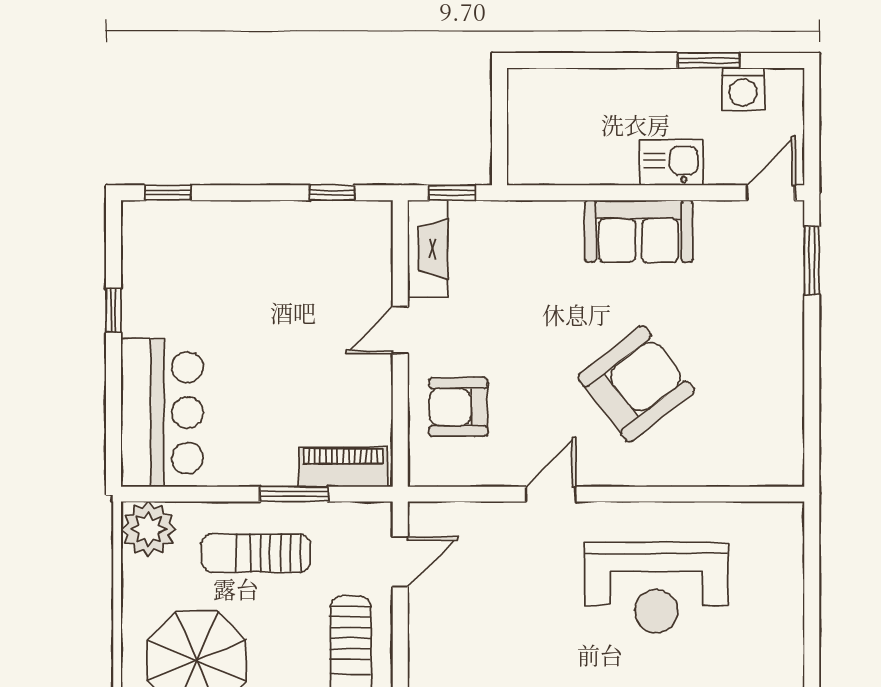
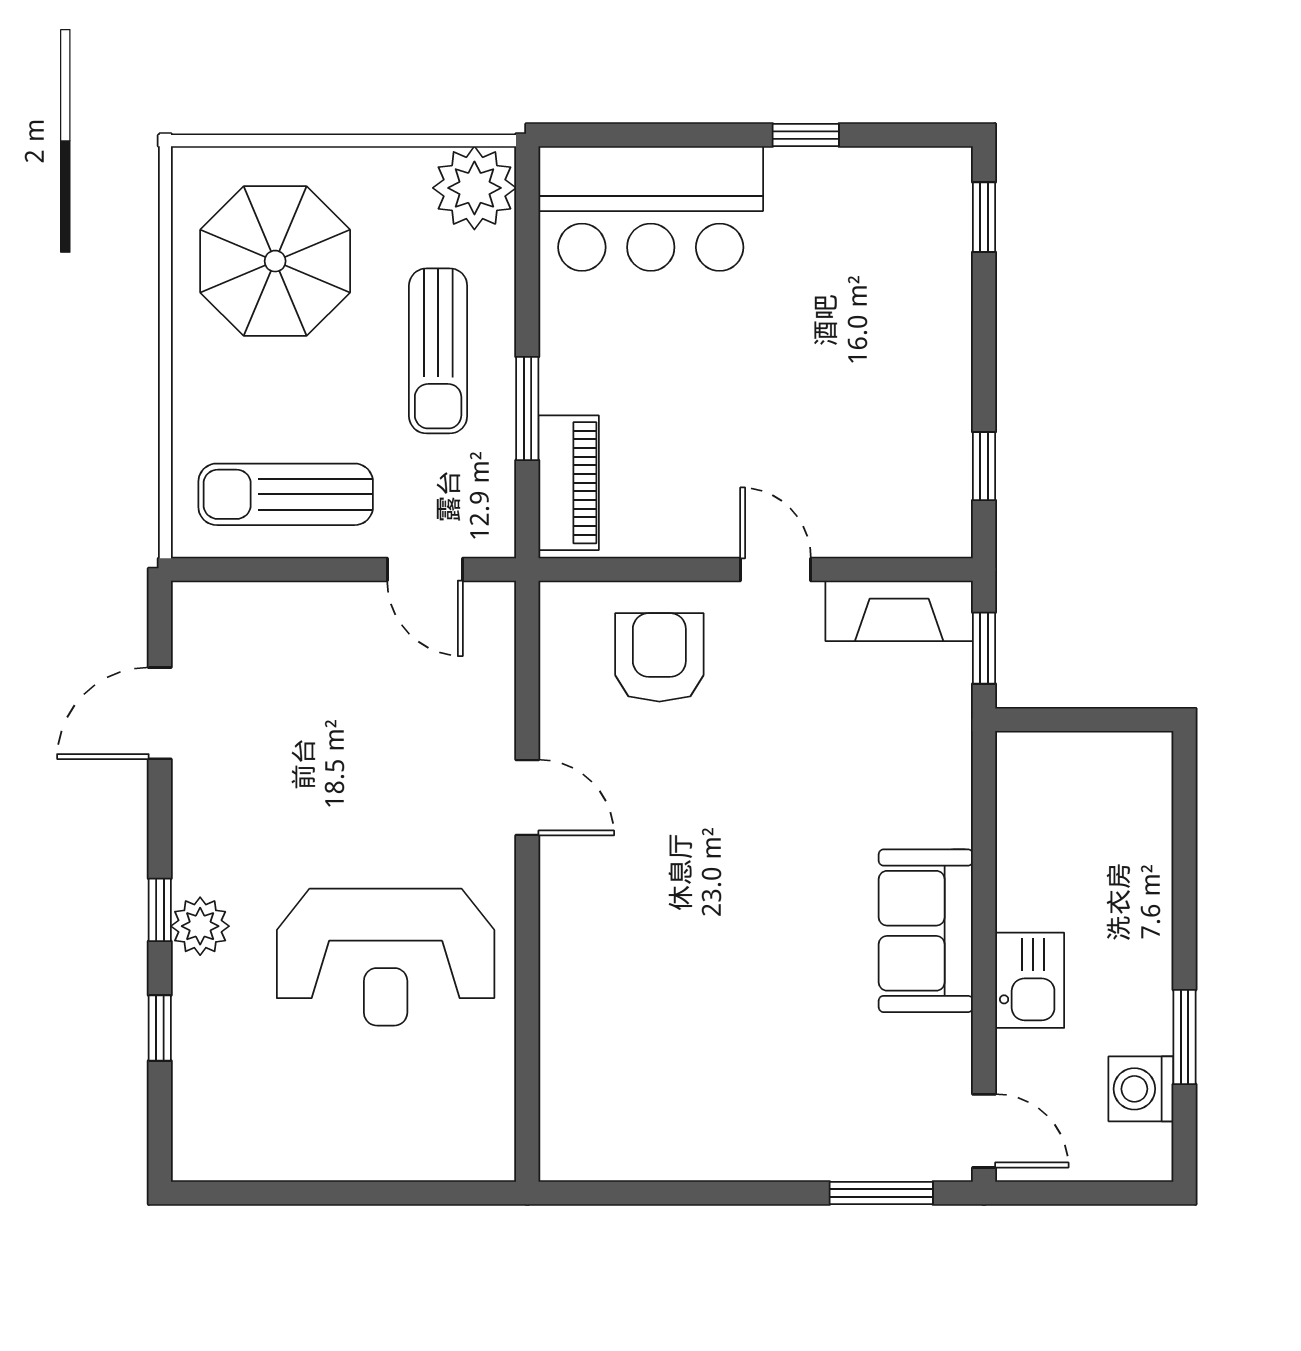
armchair: (636, 384) -> (694, 927), removed
sun lounger: (256, 553) -> (438, 351), turned 180
reception desk: (656, 588) -> (386, 957), turned -90

